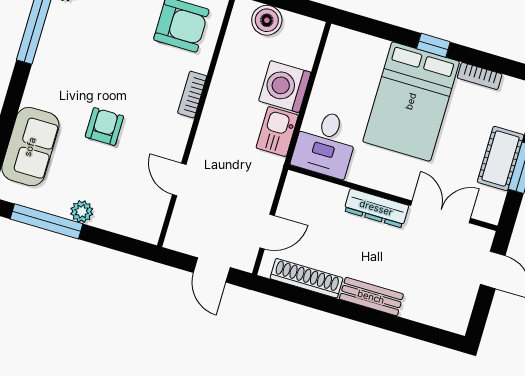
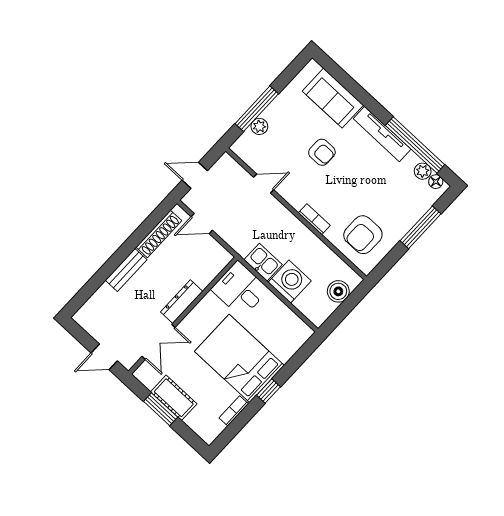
tv unit: (45, 63) -> (382, 134), added
plant: (82, 211) -> (259, 126), moved
window: (47, 221) -> (257, 109), moved
door: (267, 232) -> (202, 224), hinge flipped

